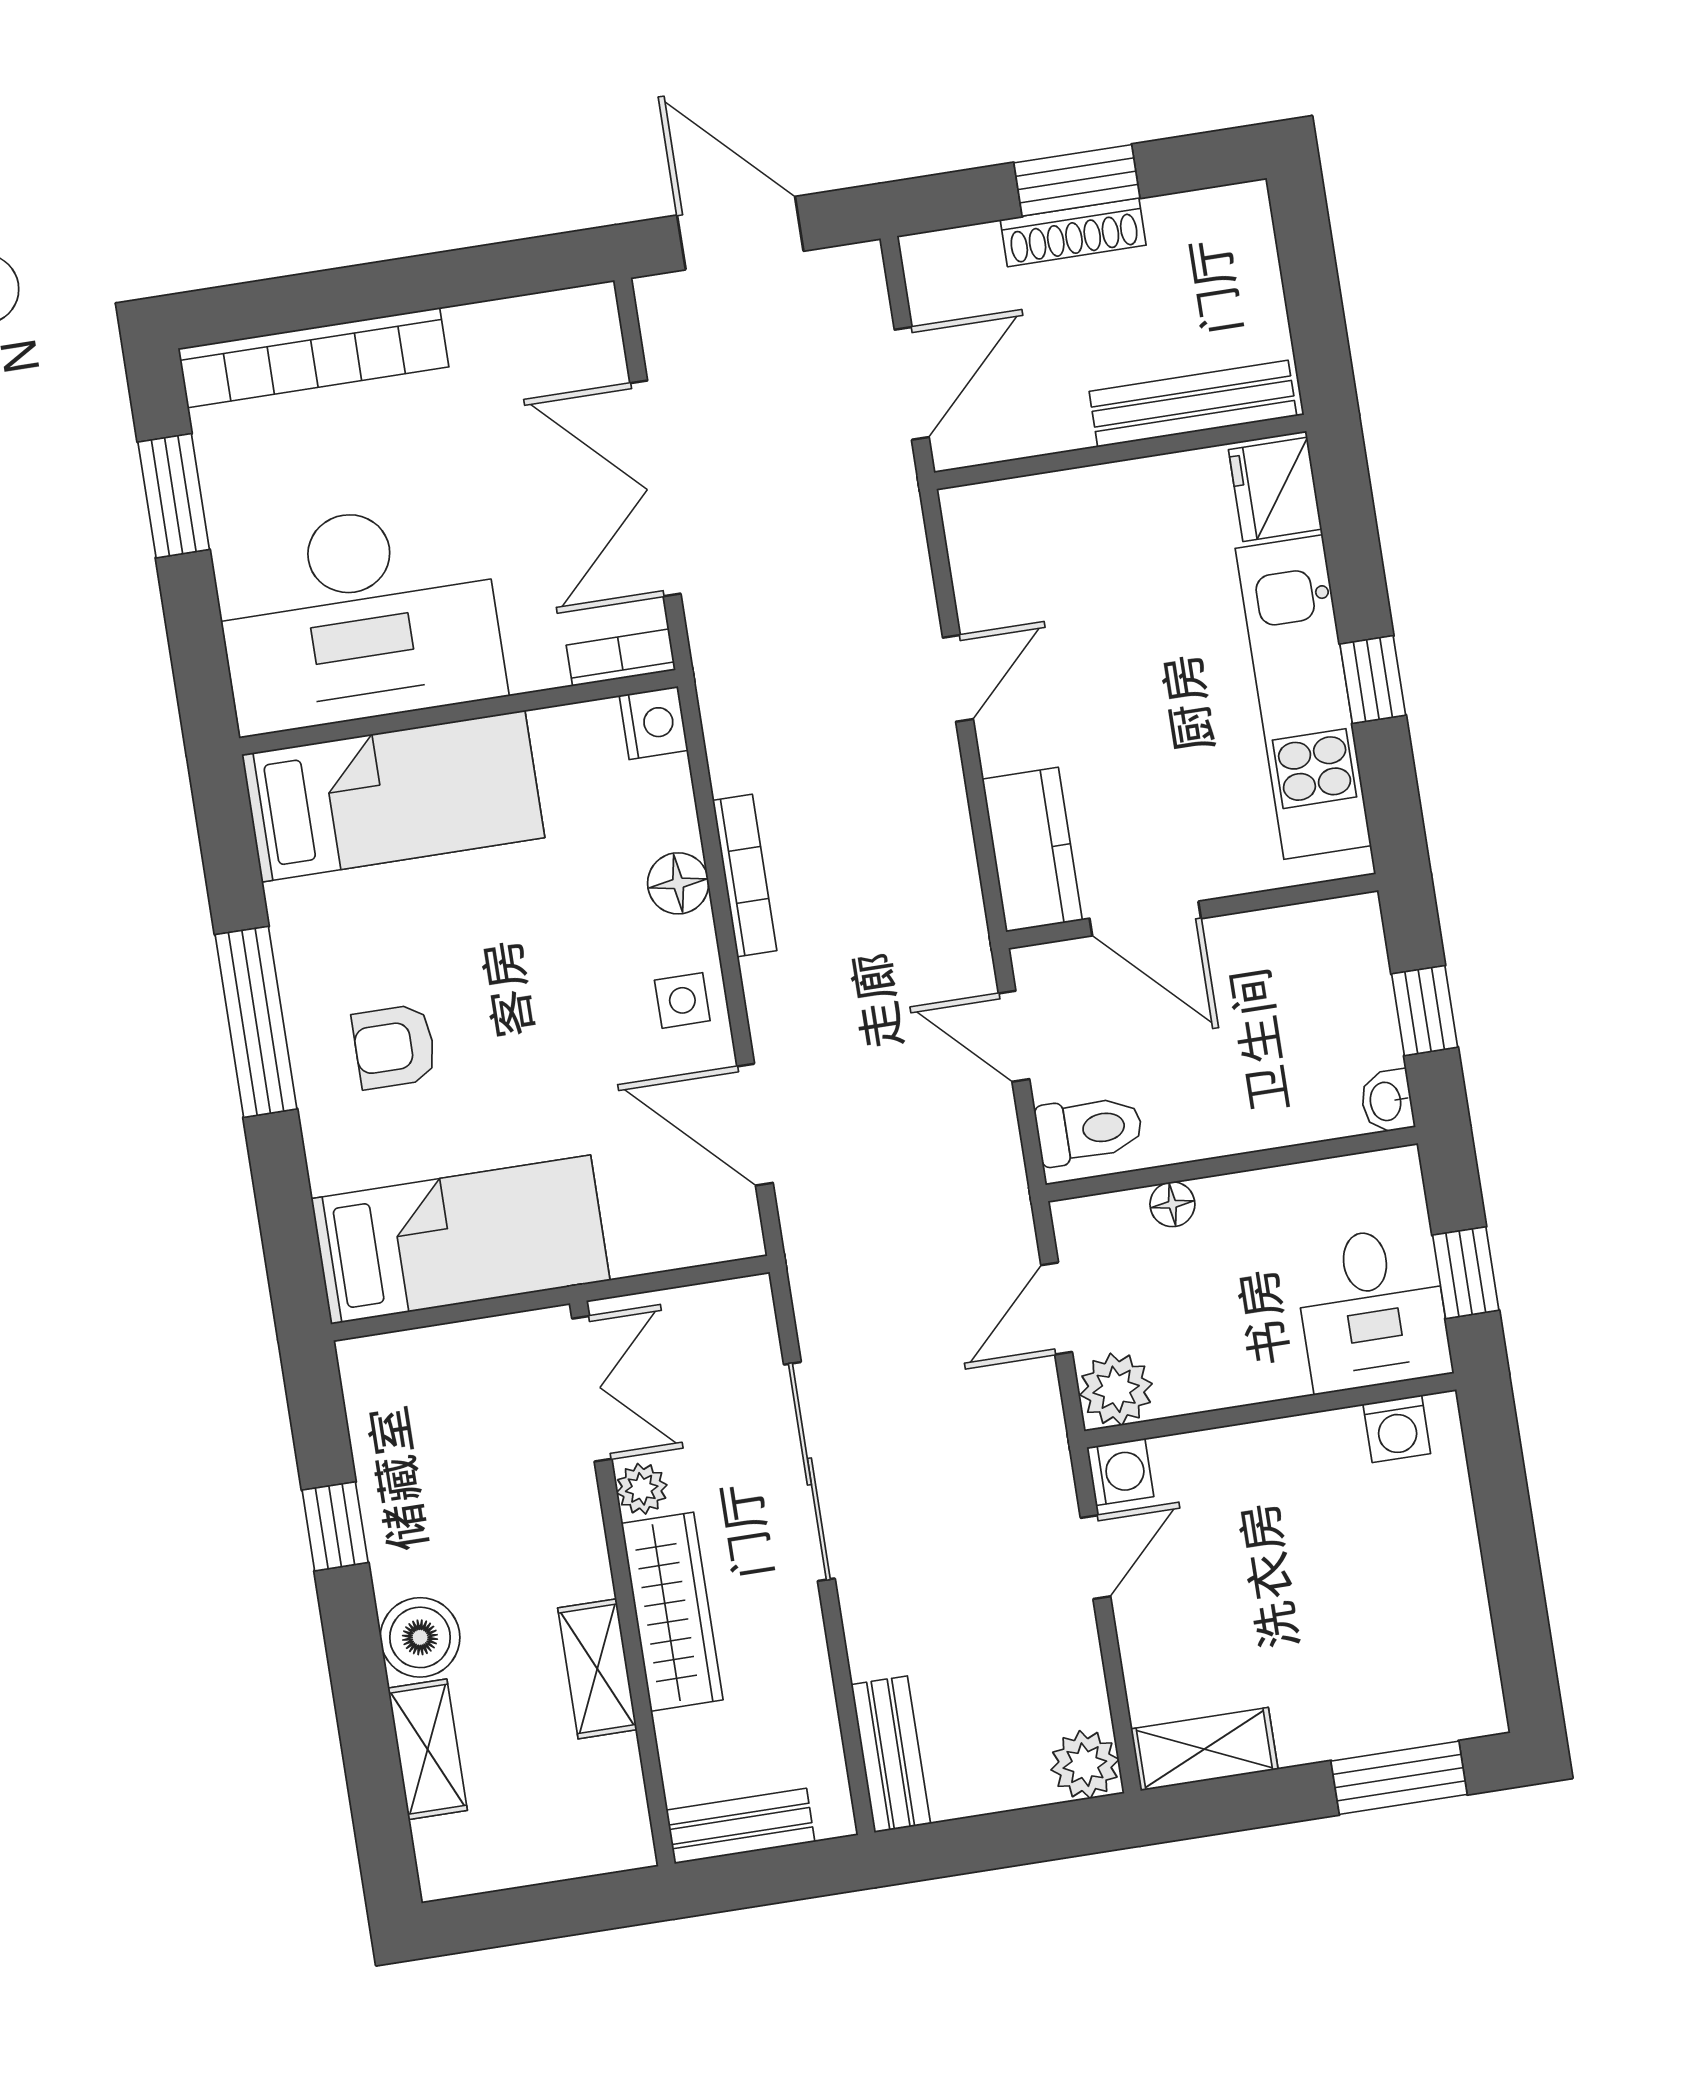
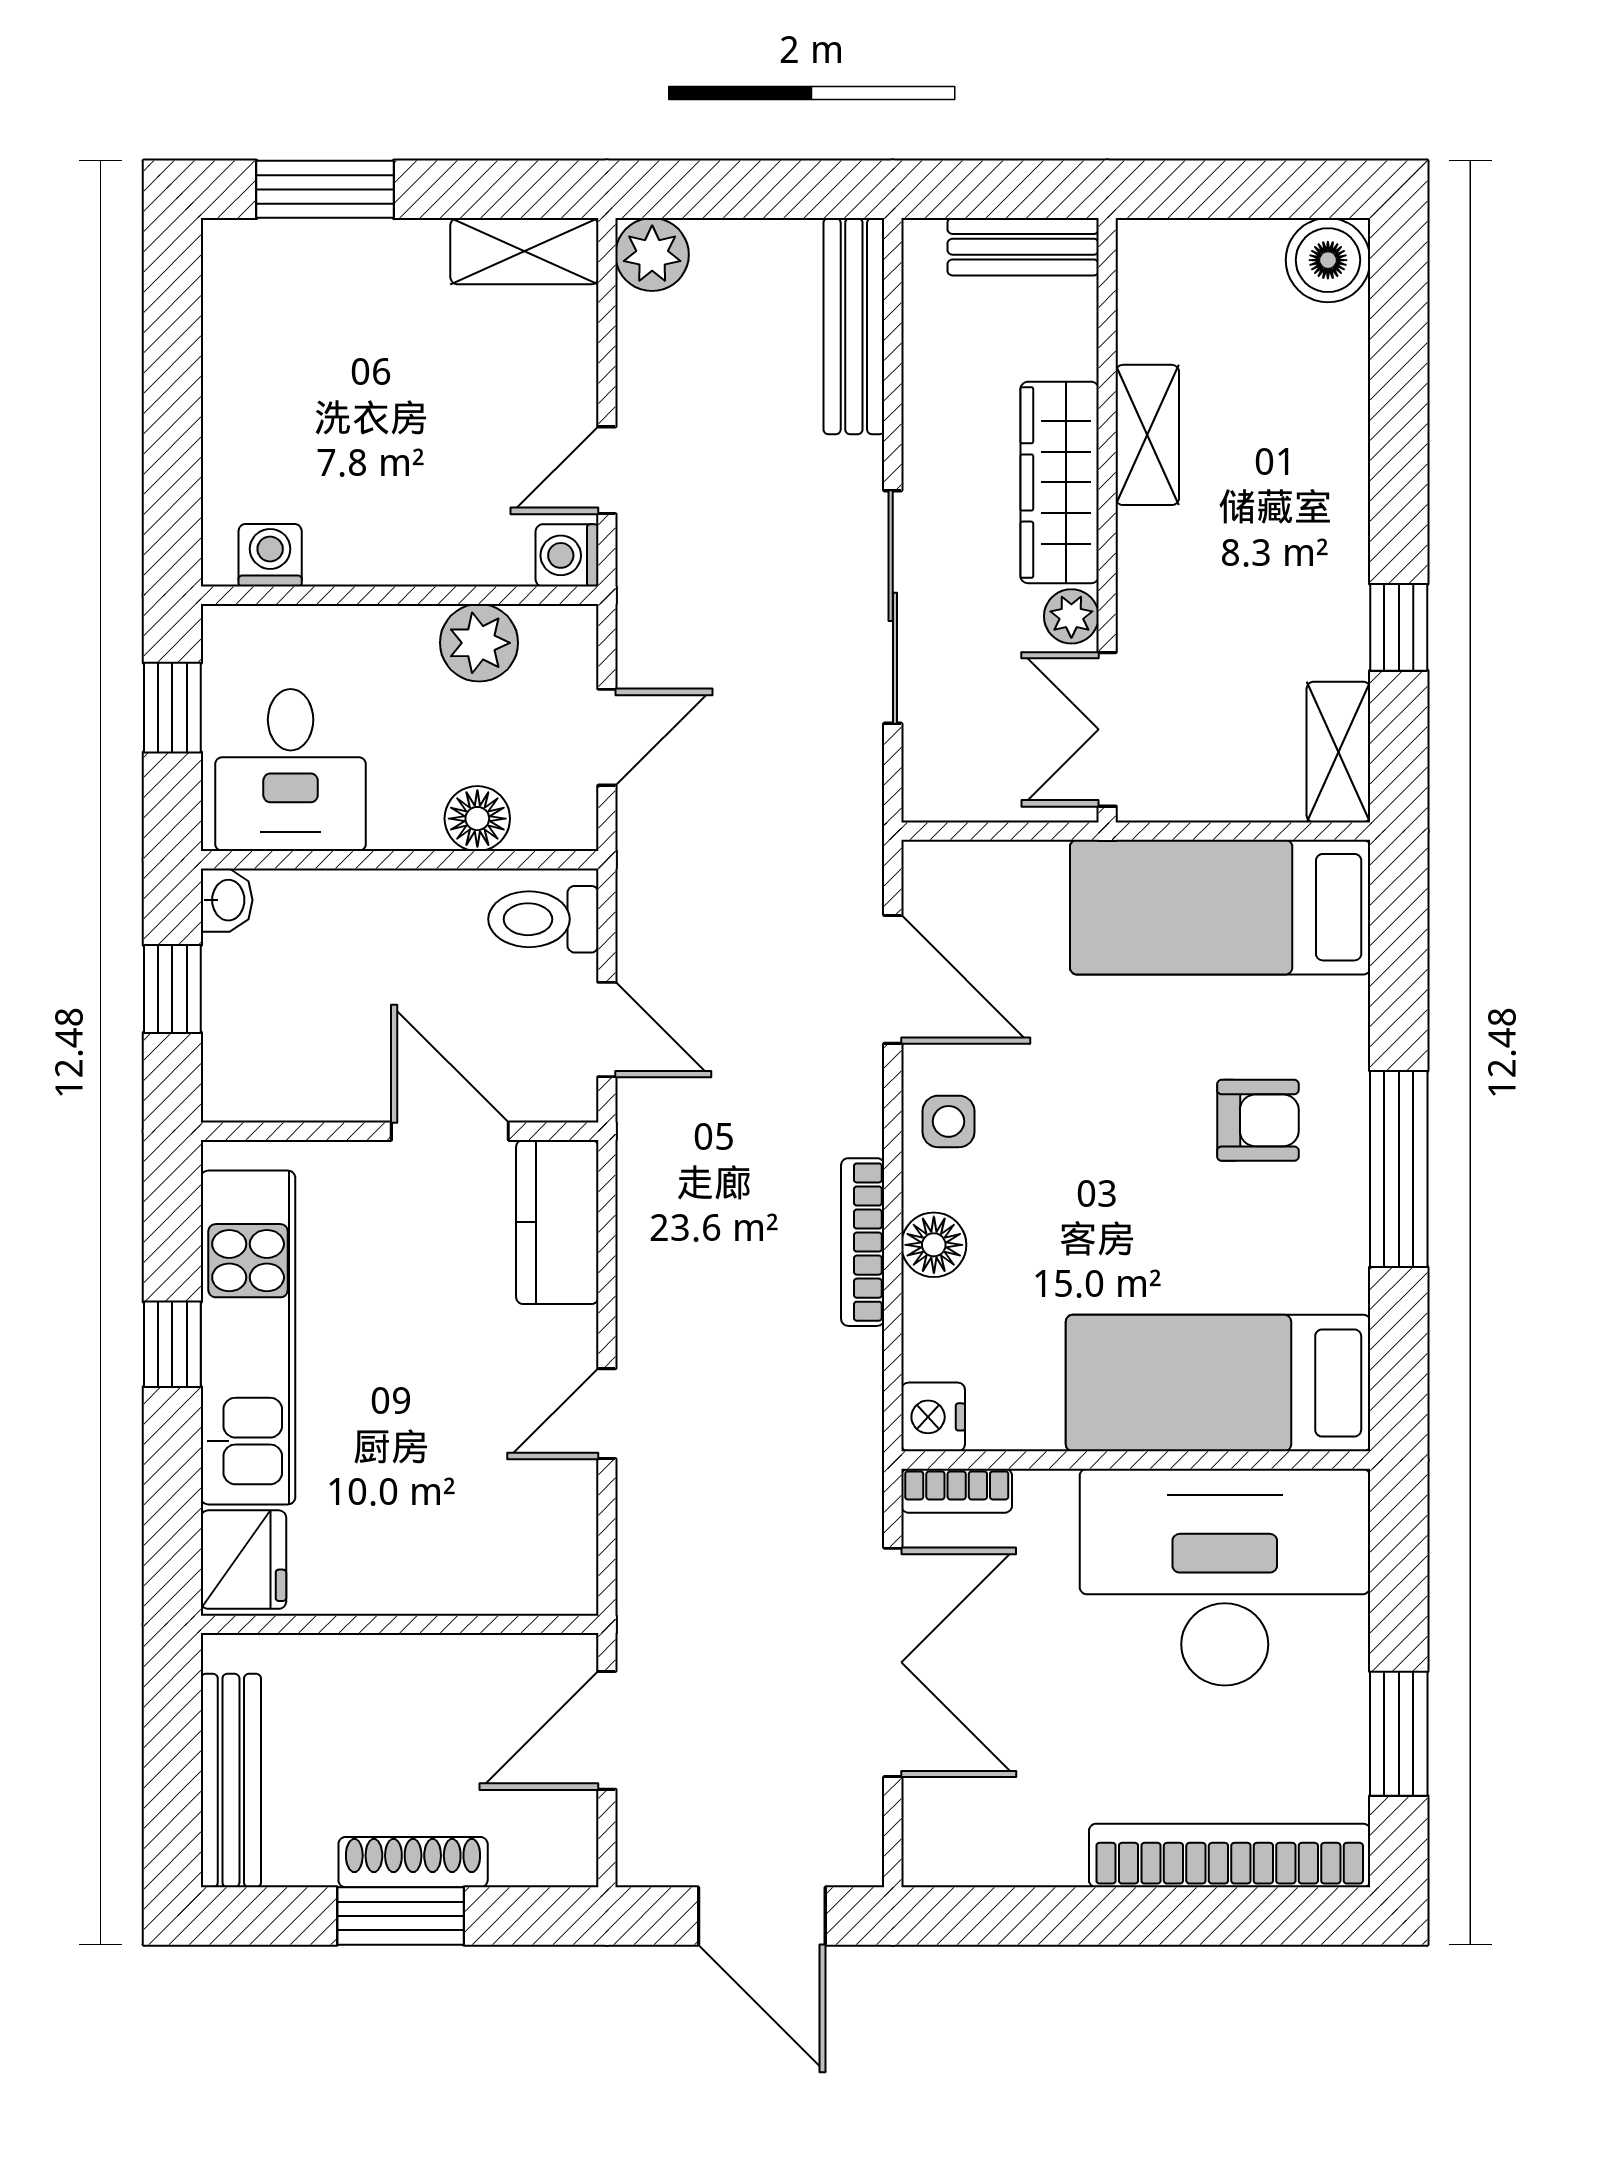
bench: (1193, 404) -> (231, 1780), moved, turned 90
floor lamp: (1172, 1204) -> (477, 819), width x1.37, depth x1.37
desk: (1372, 1309) -> (291, 770), moved, turned 180
plant: (1116, 1389) -> (479, 643), moved
boiler: (420, 1637) -> (1328, 260), moved
shelving: (428, 1749) -> (1338, 752), moved
bench: (891, 1754) -> (854, 326), width x1.36

